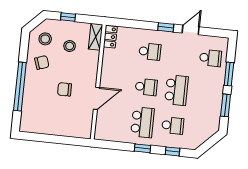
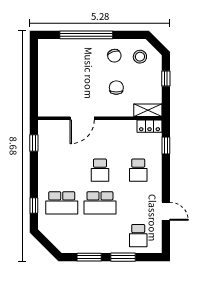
window: (166, 27) -> (166, 145), moved
stool: (70, 46) -> (135, 84), removed
chair: (65, 89) -> (116, 88), moved
door: (96, 98) -> (82, 118), hinge flipped
school desk: (142, 122) -> (62, 170), removed
school desk: (173, 125) -> (62, 203), width x1.85
window: (143, 148) -> (34, 143), moved

